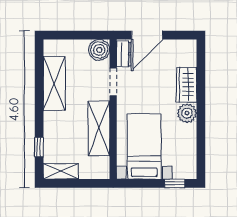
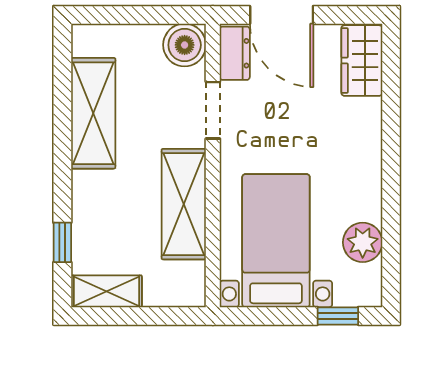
door: (147, 35) -> (282, 15), hinge flipped
wardrobe: (187, 85) -> (362, 61), moved
plant: (187, 113) -> (363, 242), moved

